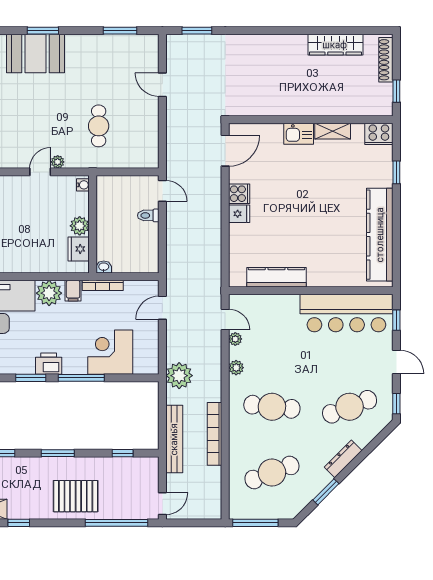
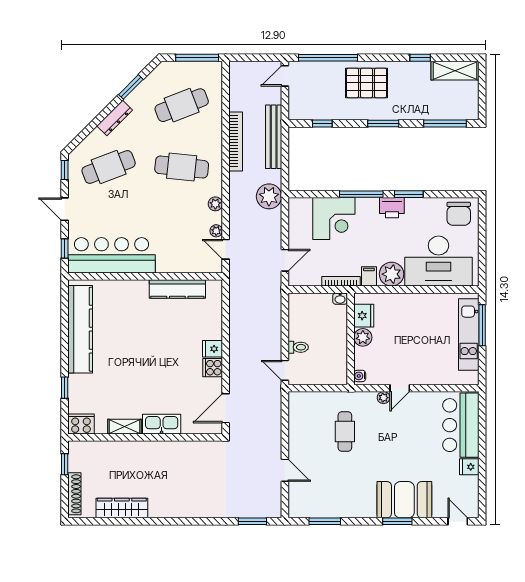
kitchen sink: (299, 134) -> (162, 424), width x1.38

